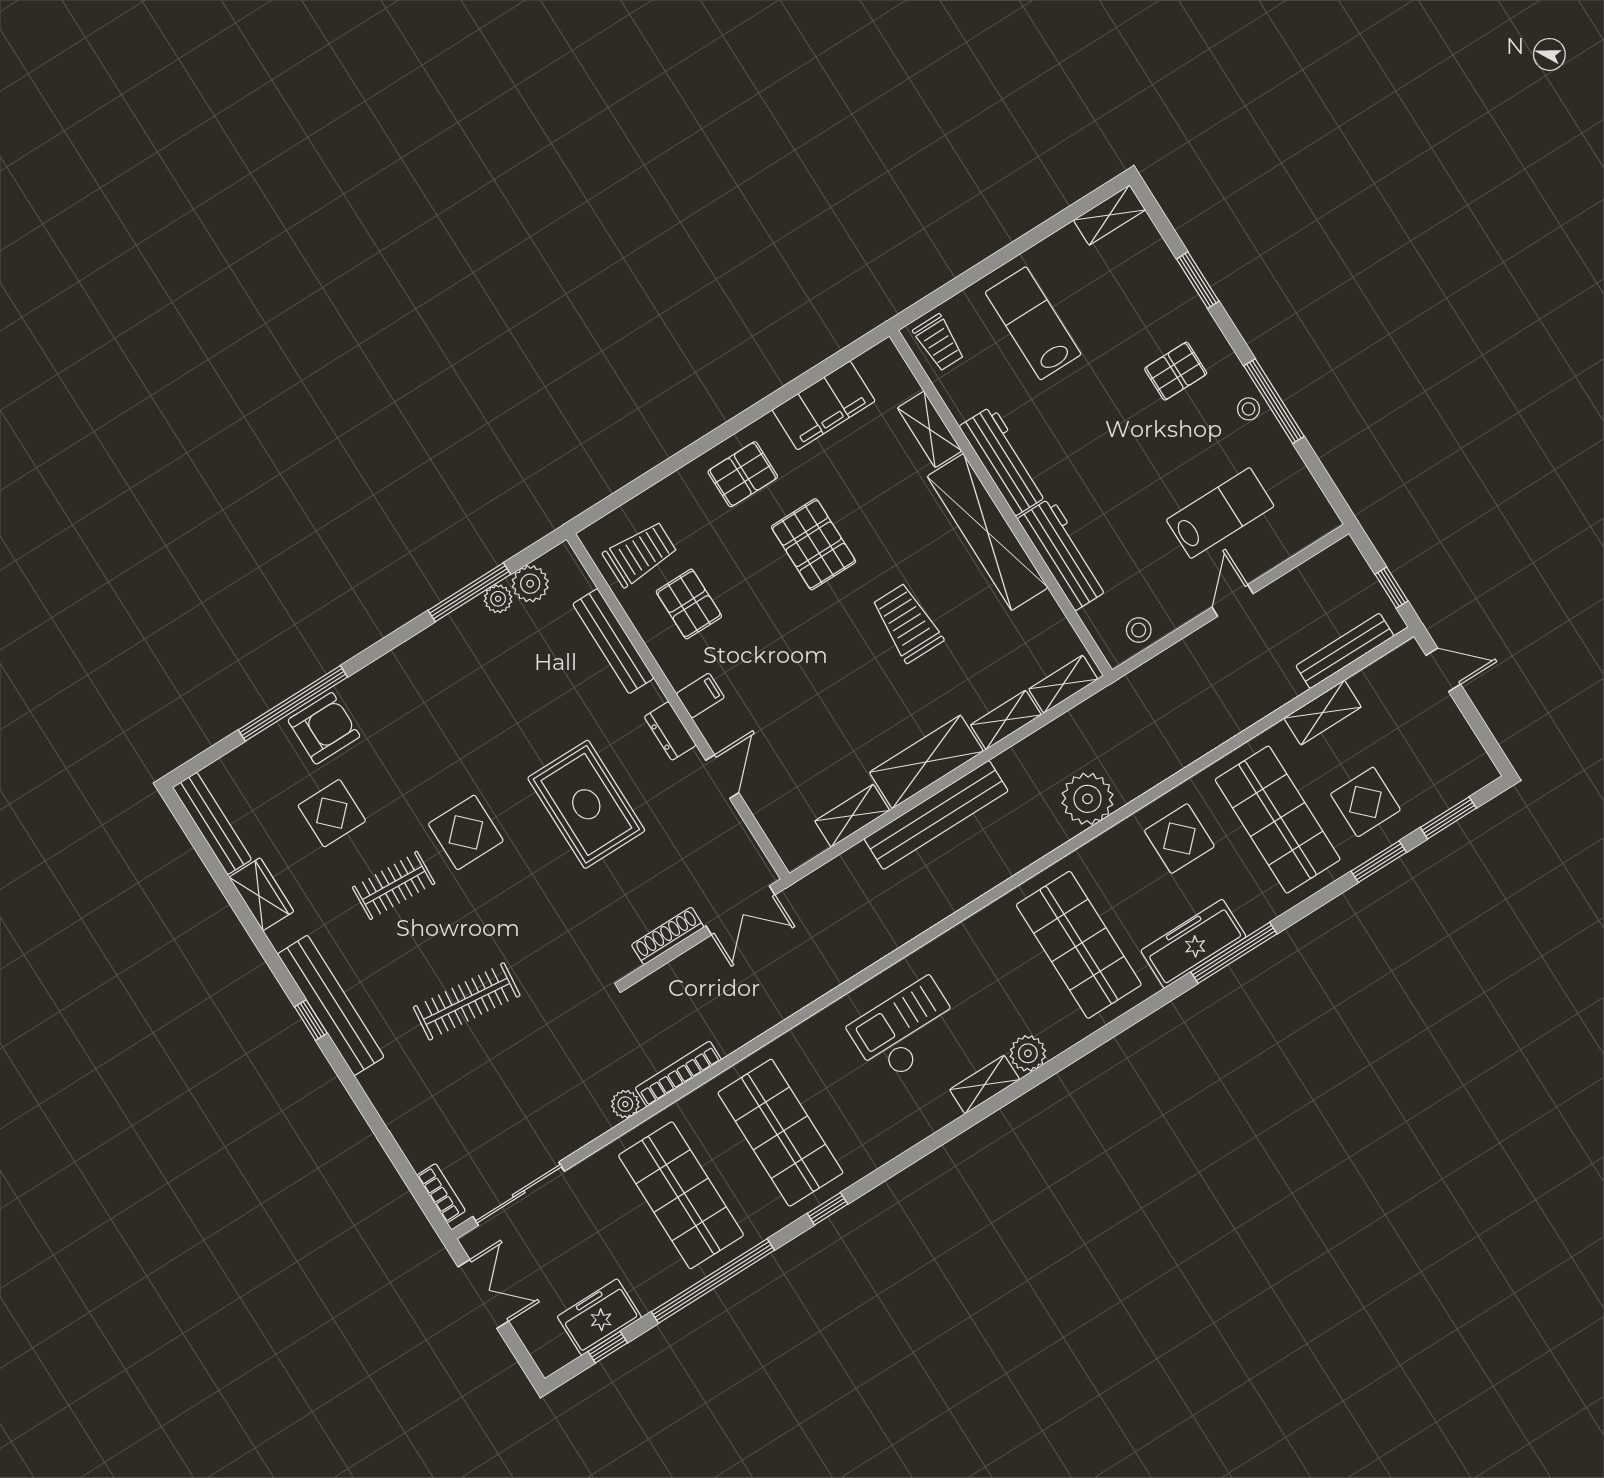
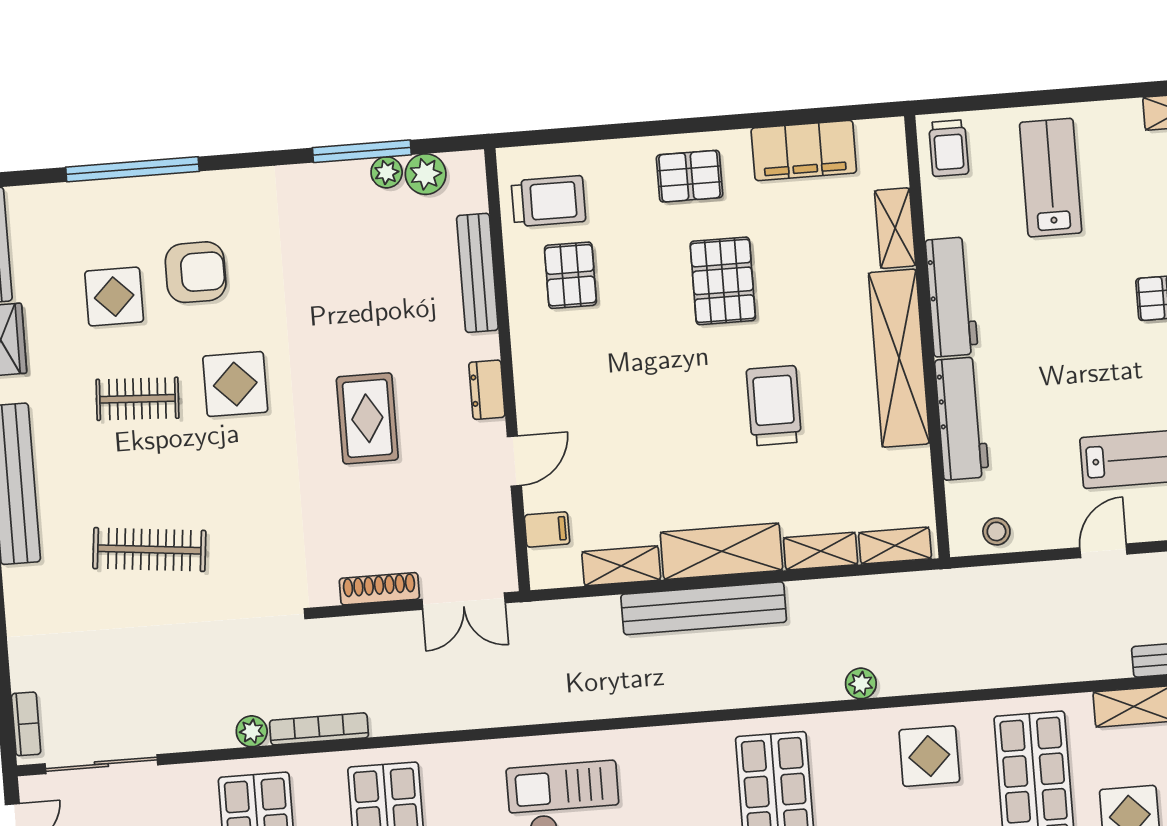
filing cabinet: (700, 695) -> (547, 529), moved
armchair: (324, 728) -> (196, 272), moved
plant: (1087, 799) -> (861, 683), width x0.53, depth x0.53
rug: (586, 804) -> (367, 418), width x0.73, depth x0.70

